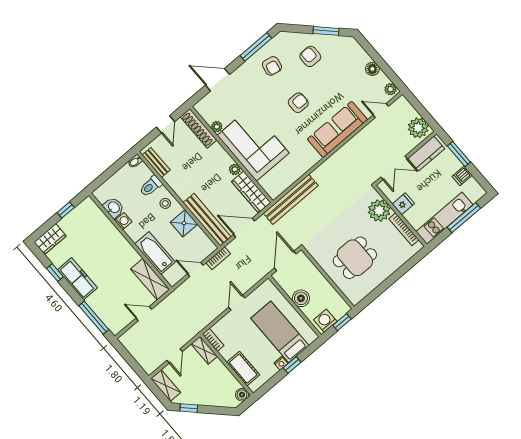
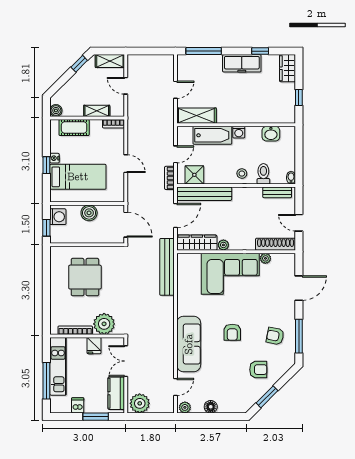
washing machine: (123, 221) -> (239, 132), moved
shower: (184, 223) -> (194, 175), moved
shelving: (204, 350) -> (97, 111), moved

